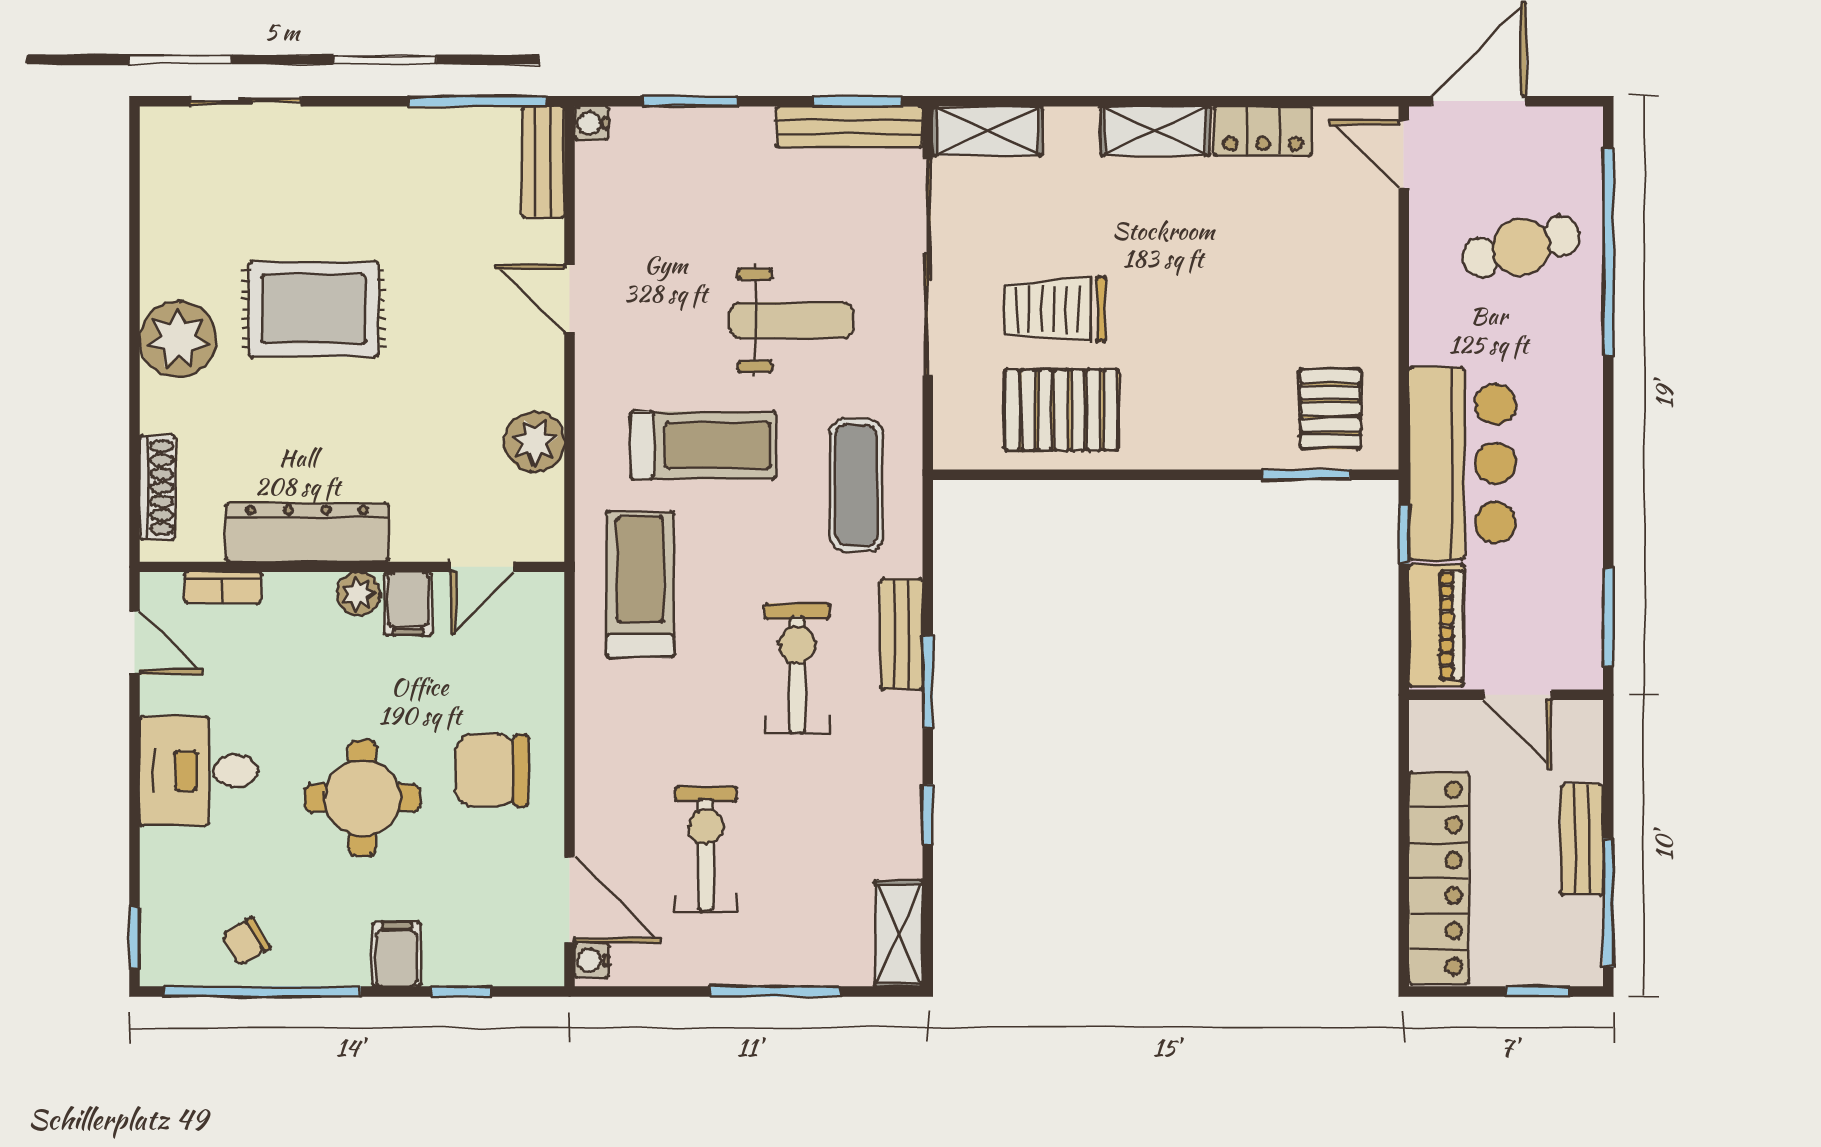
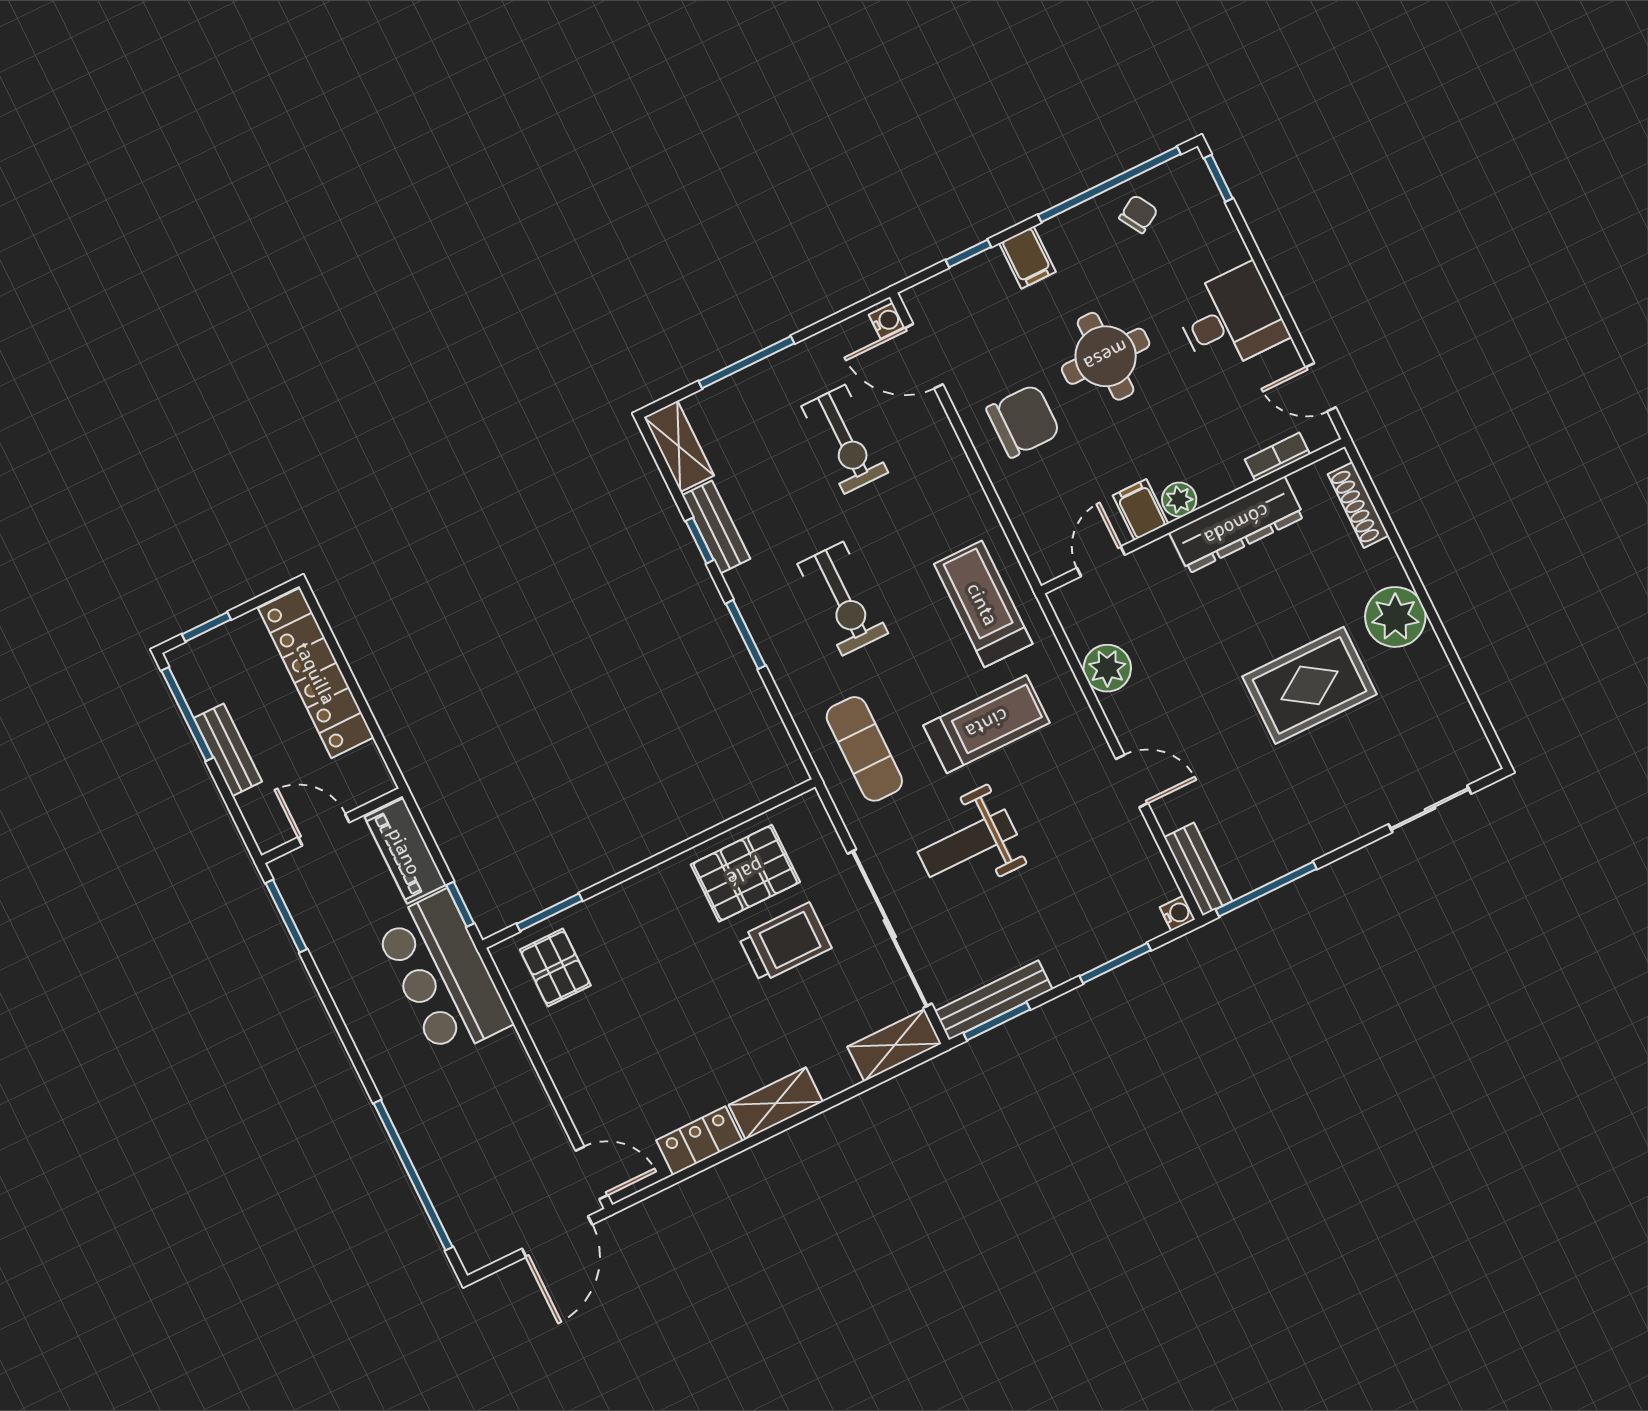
cafe table: (1521, 247) -> (476, 1148), removed
treadmill: (703, 445) -> (987, 724), turned 180
treadmill: (640, 584) -> (983, 604), turned 180
bench: (901, 634) -> (716, 527), moved

